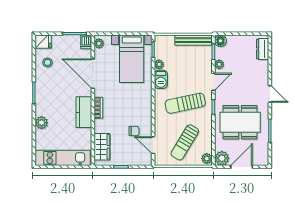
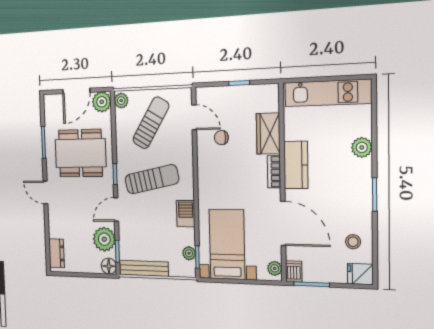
plant: (159, 64) -> (189, 253), moved
plant: (219, 64) -> (104, 239), width x1.87, depth x1.87
wardrobe: (102, 147) -> (268, 134), moved

